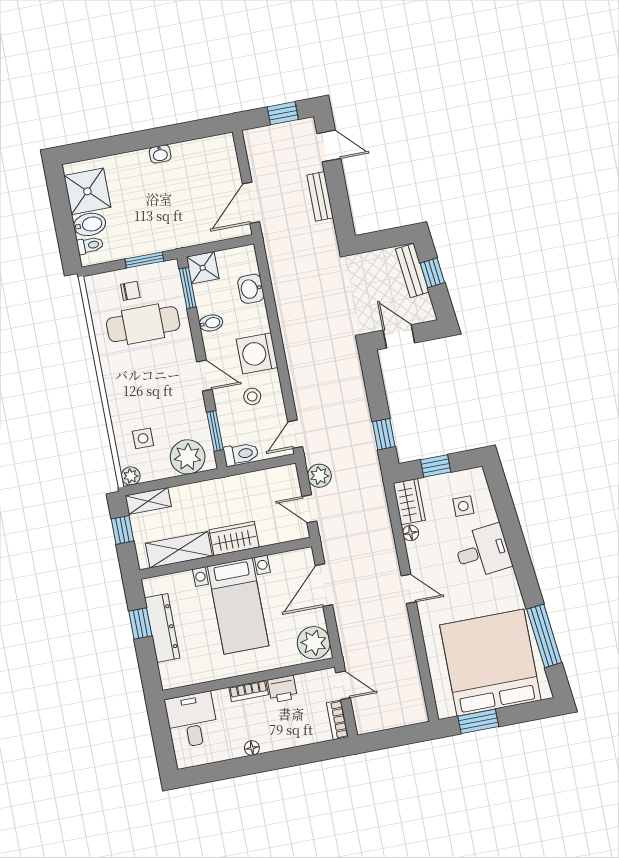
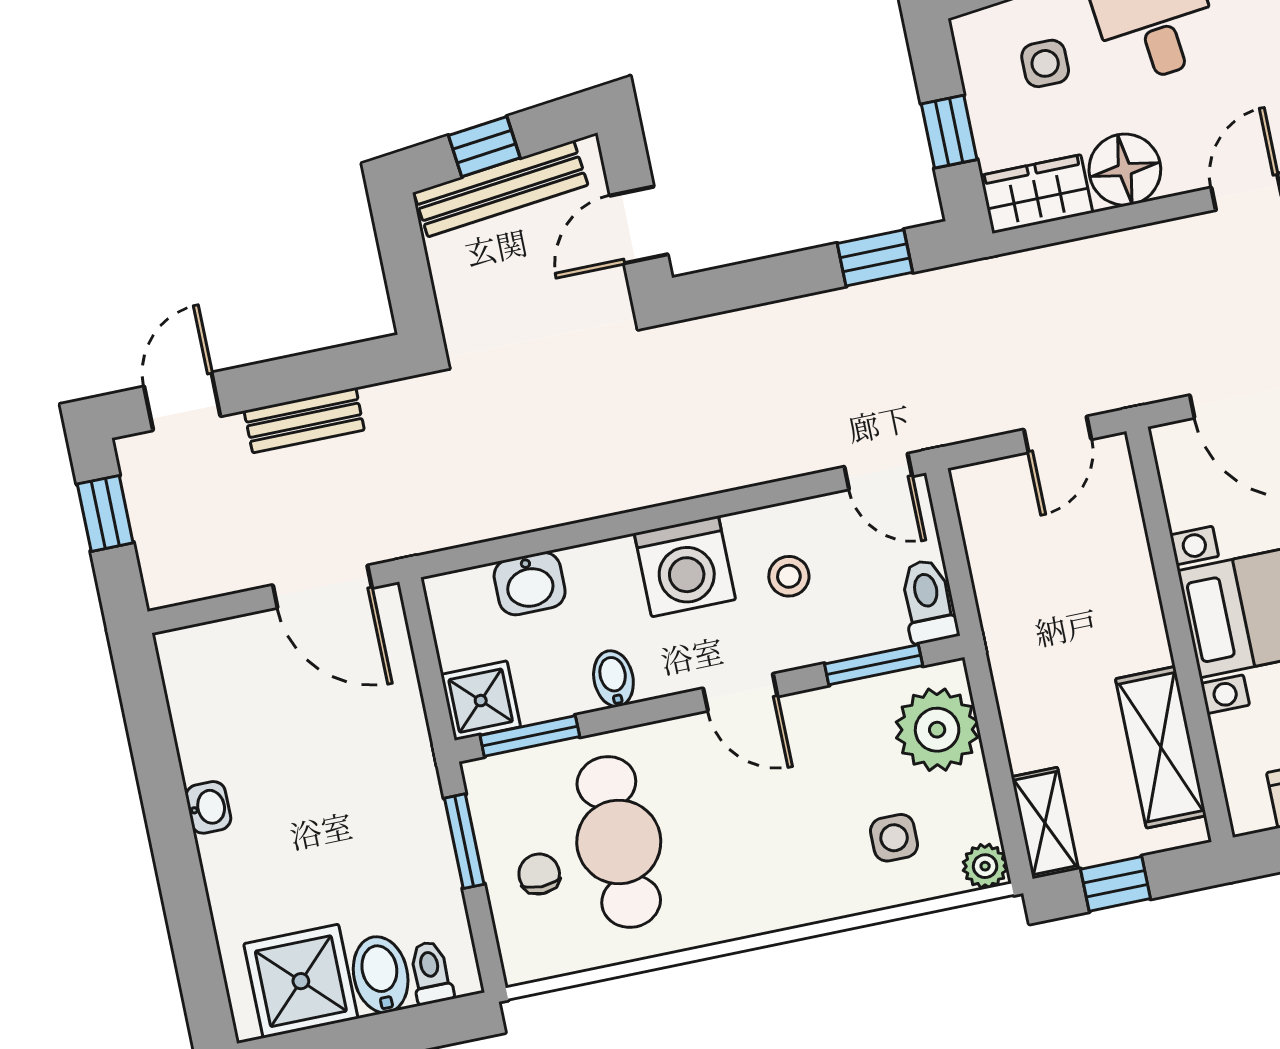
bench: (412, 271) -> (501, 189), width x1.36
door: (204, 376) -> (740, 692), swing flipped
plant: (319, 476) -> (977, 411), removed
floor lamp: (411, 533) -> (1125, 170), width x1.89, depth x1.89
wardrobe: (234, 538) -> (1132, 614), removed

